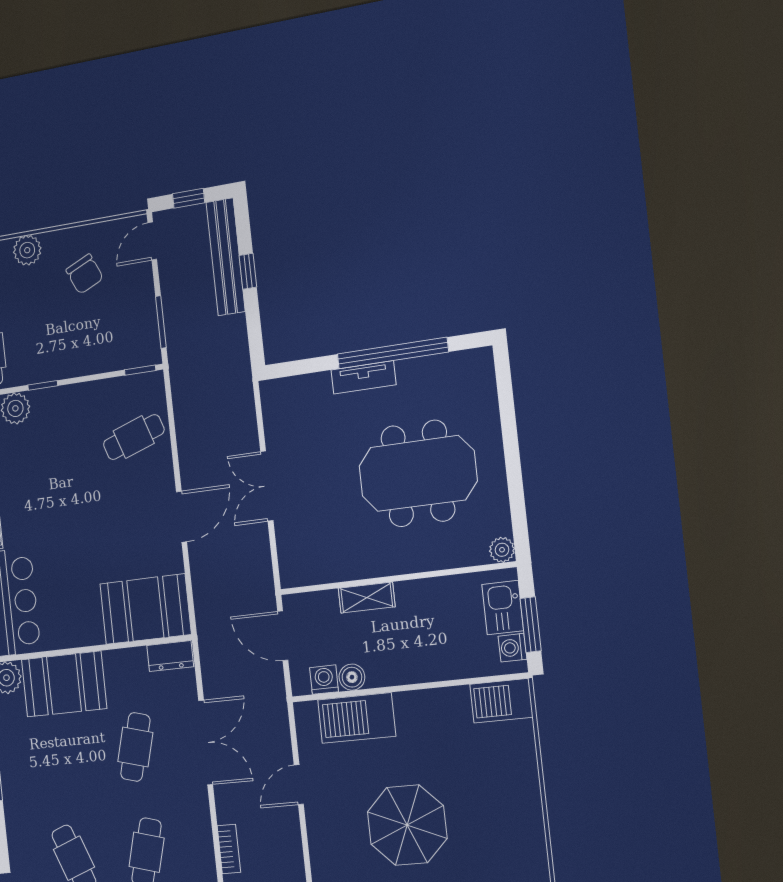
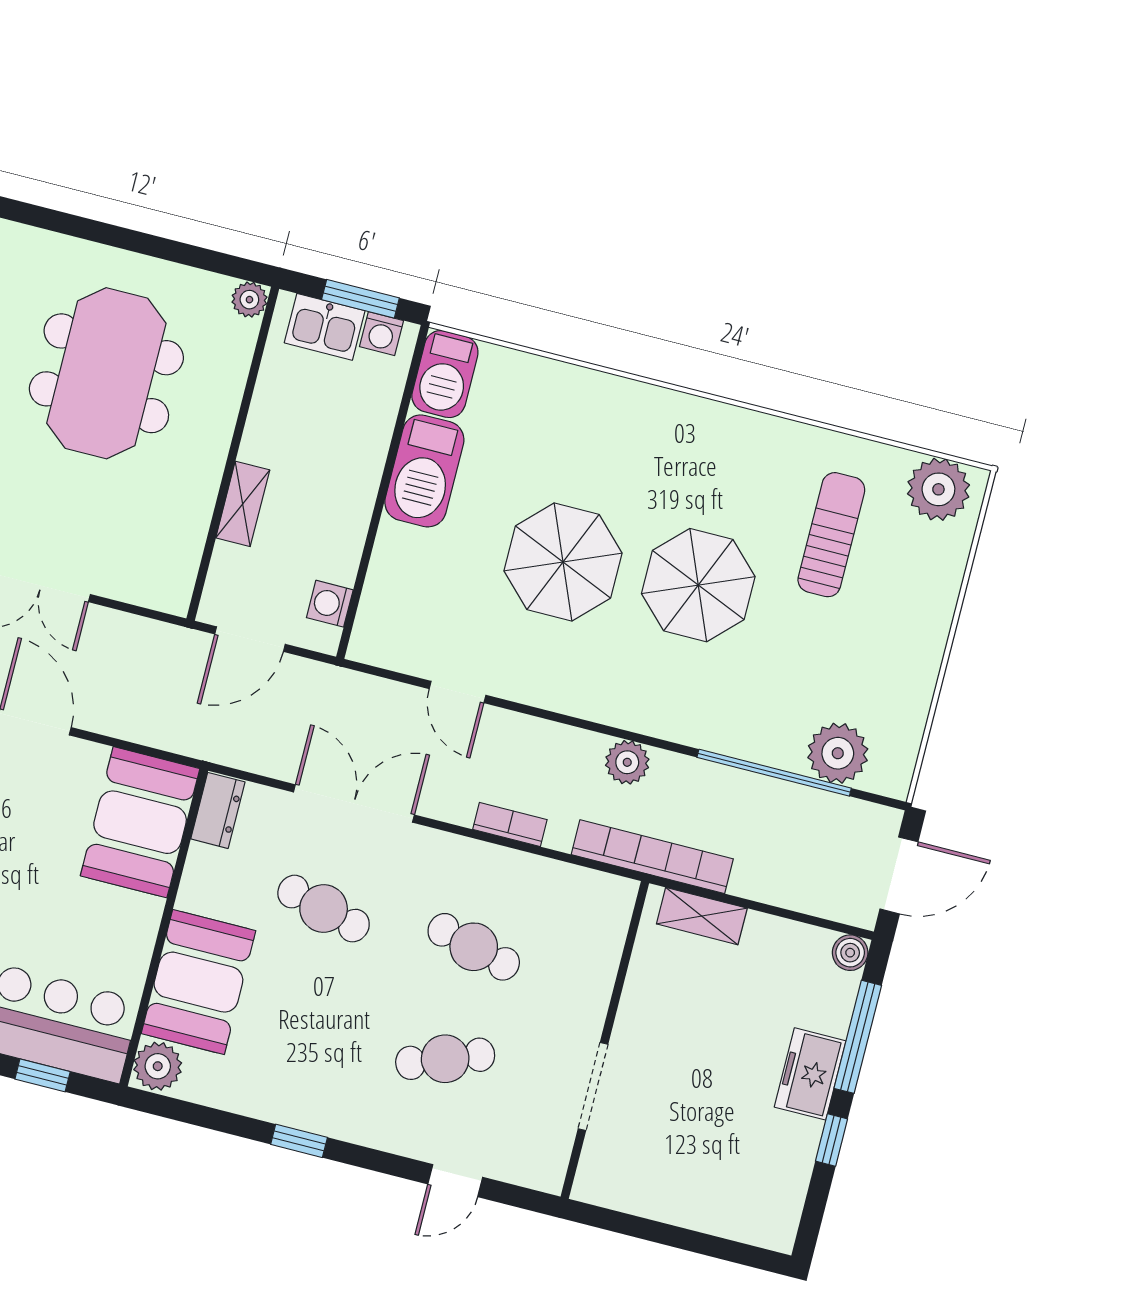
boiler: (352, 677) -> (341, 564), removed
barbecue: (357, 718) -> (424, 471), moved

